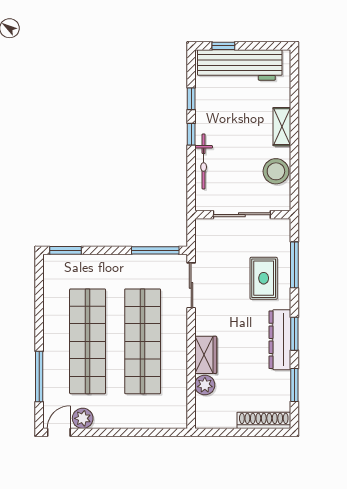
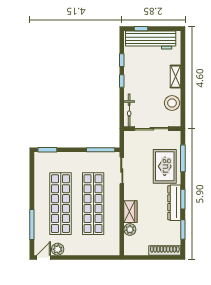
bicycle: (204, 161) -> (129, 110), moved
rug: (264, 278) -> (165, 166), width x1.36, depth x1.43

